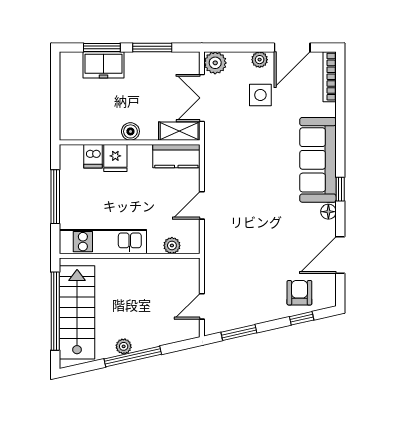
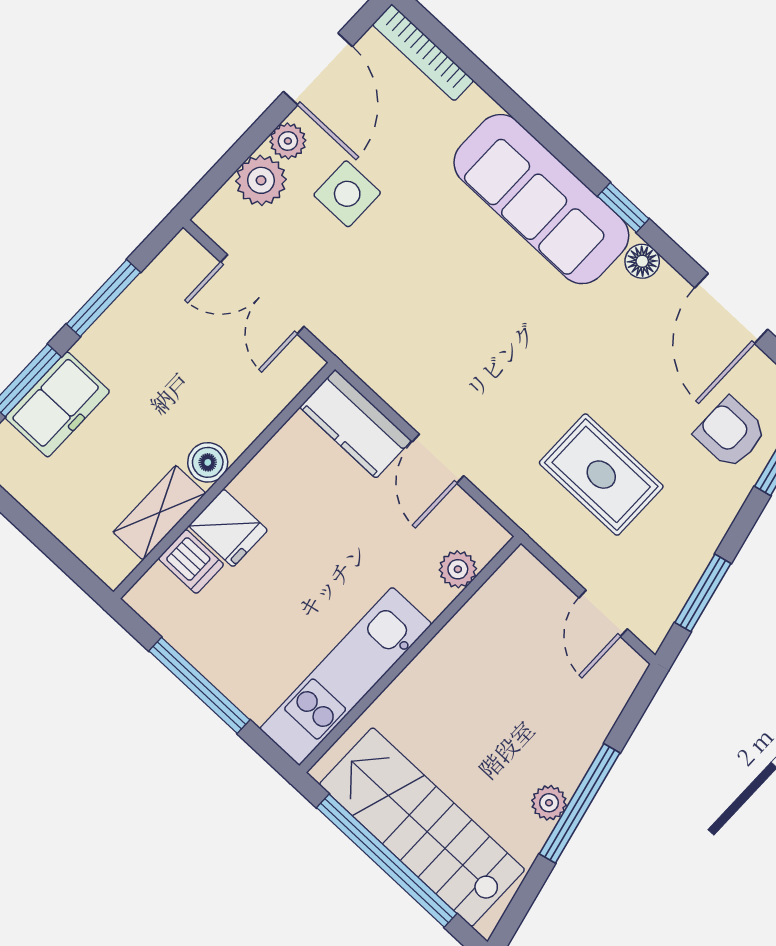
plant: (215, 63) -> (261, 180), moved
shelving: (179, 131) -> (159, 513), moved
kitchen counter: (176, 156) -> (356, 424), moved, turned 90
rug: (246, 263) -> (601, 475), added

